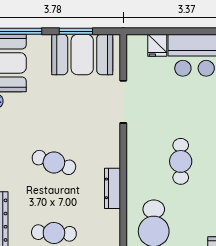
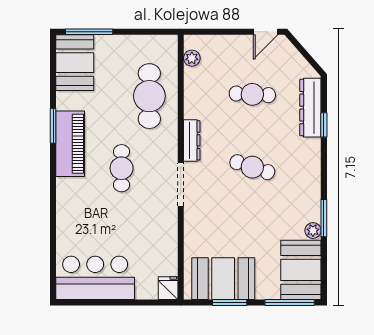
fridge: (157, 45) -> (168, 288), moved
doorway: (123, 102) -> (181, 184), moved

